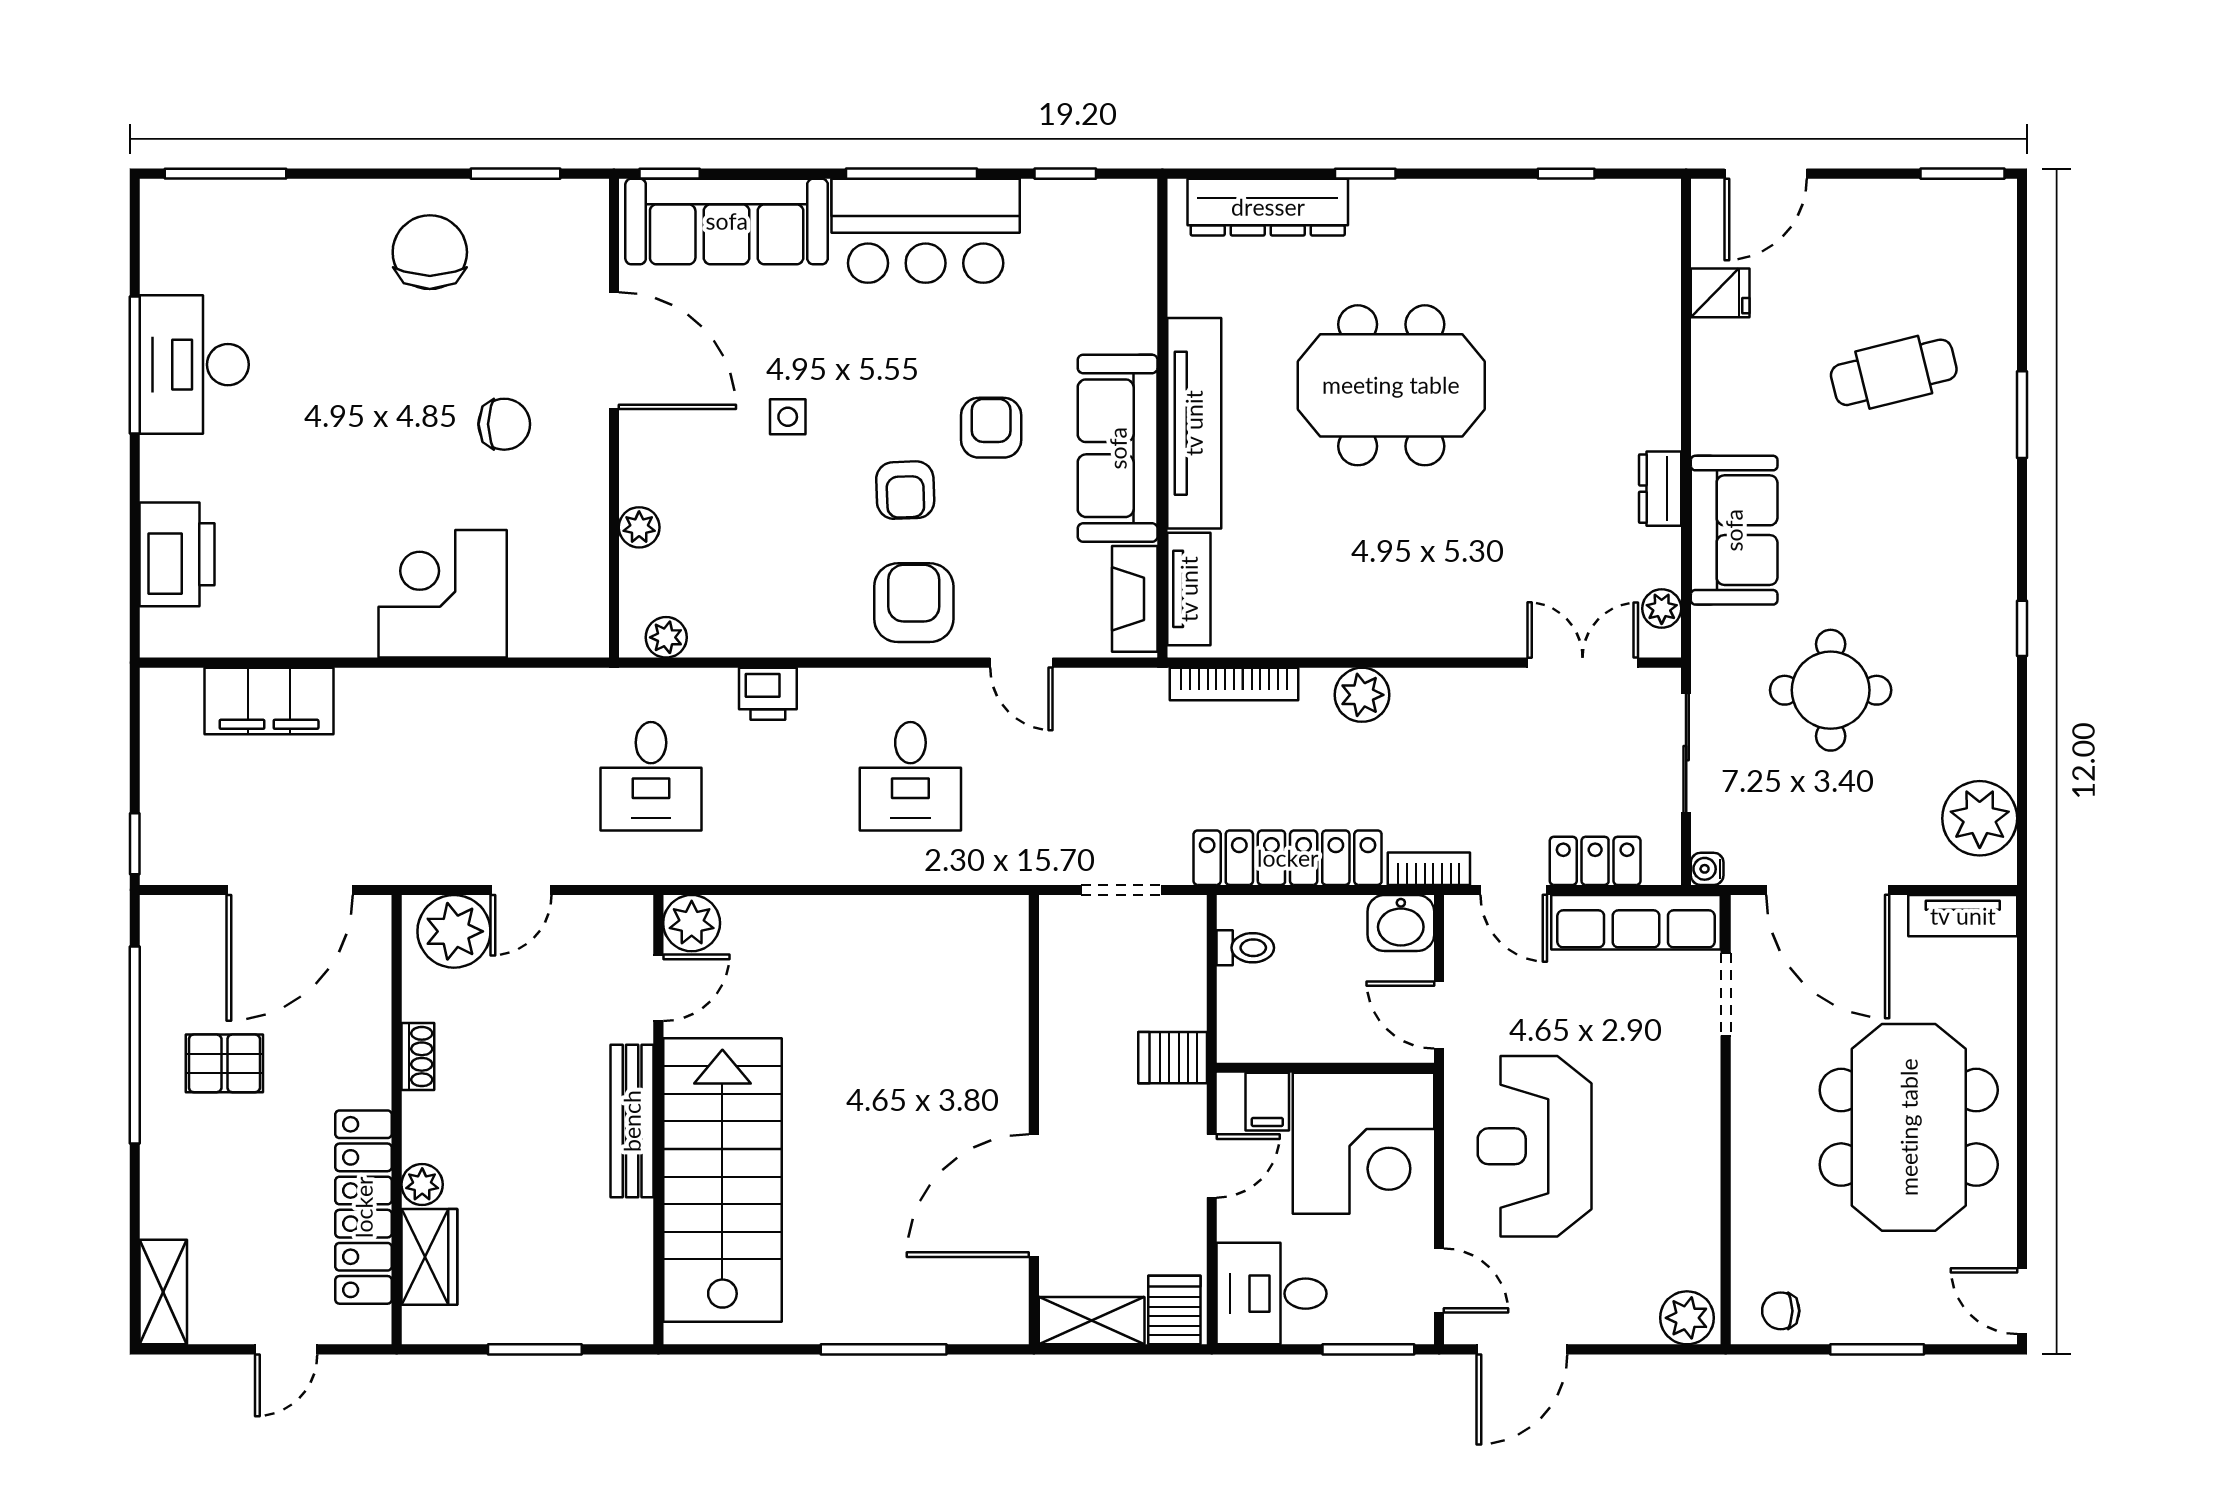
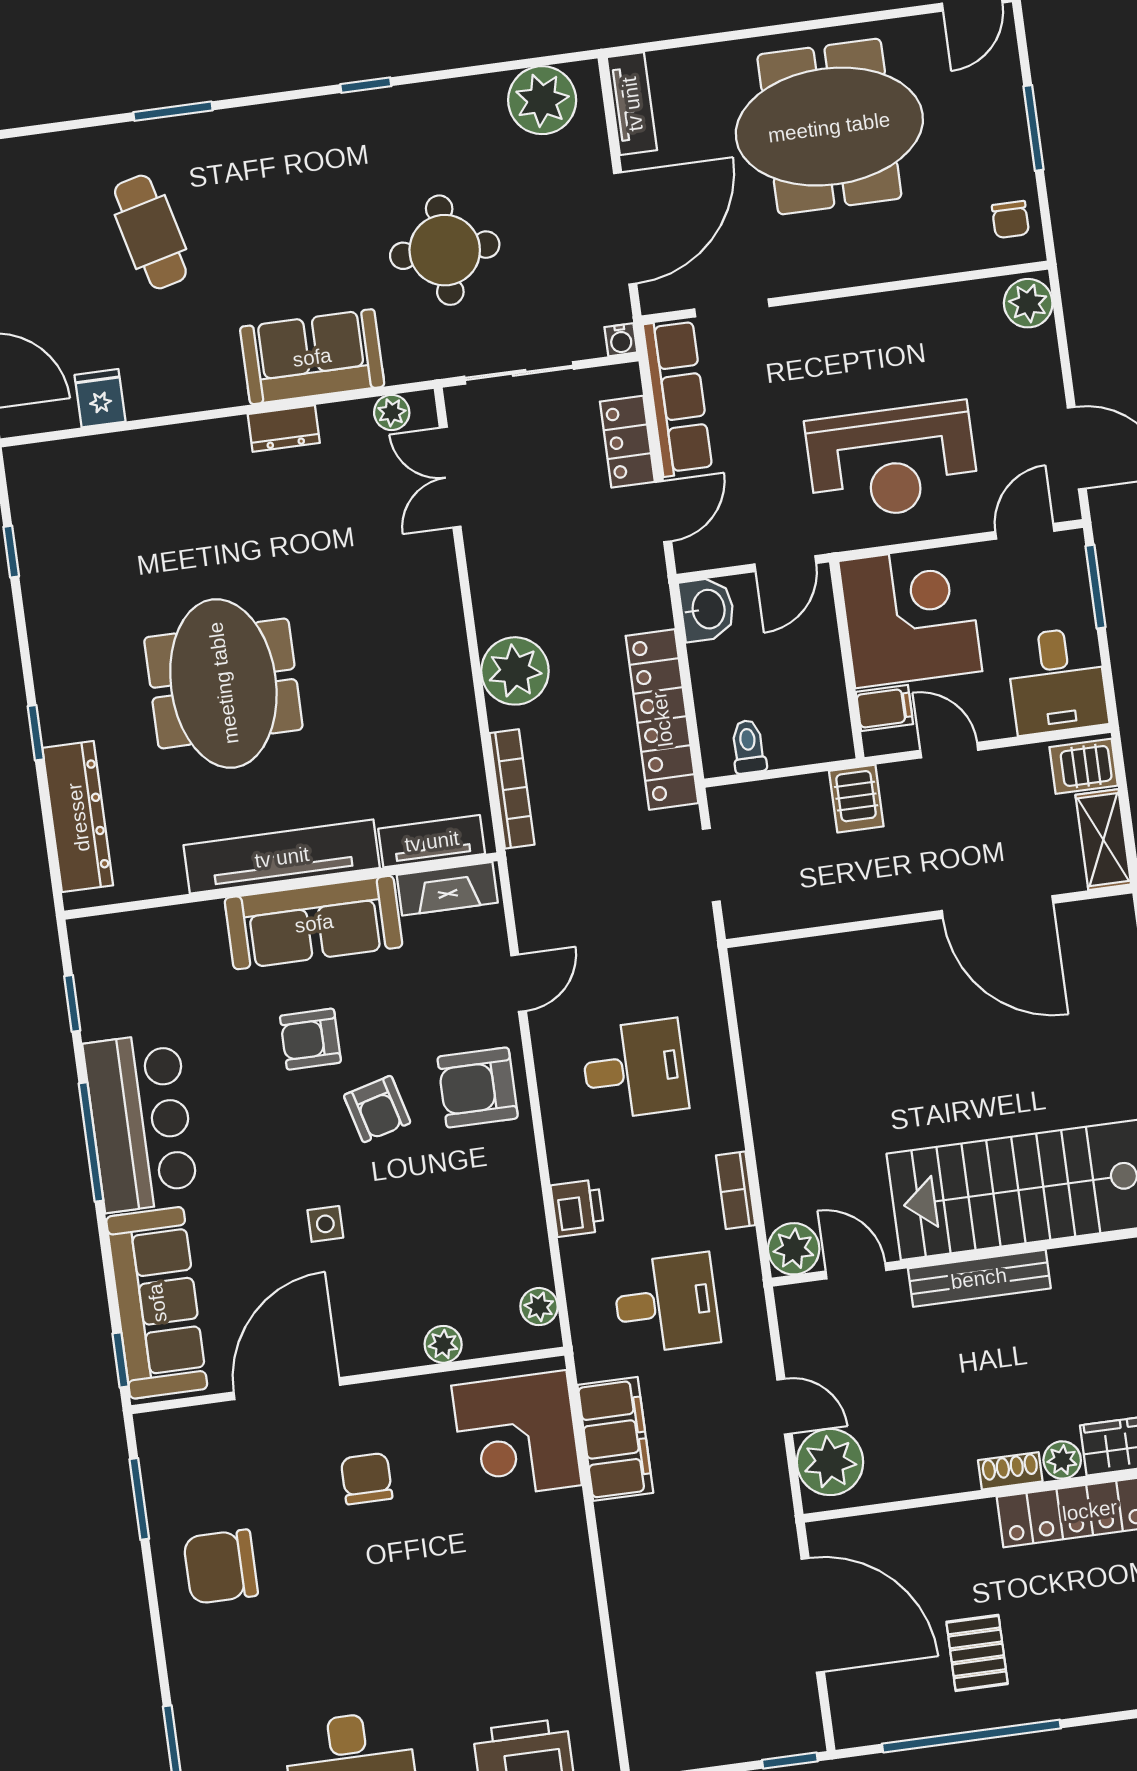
armchair: (905, 490) -> (377, 1109), turned 77
corner desk: (443, 594) -> (517, 1435), moved
plant: (1362, 695) -> (515, 671), width x1.36, depth x1.36
filing cabinet: (269, 701) -> (615, 1439), moved
bookcase: (1429, 869) -> (736, 1190), moved
shoe rack: (418, 1057) -> (1010, 1471), moved

